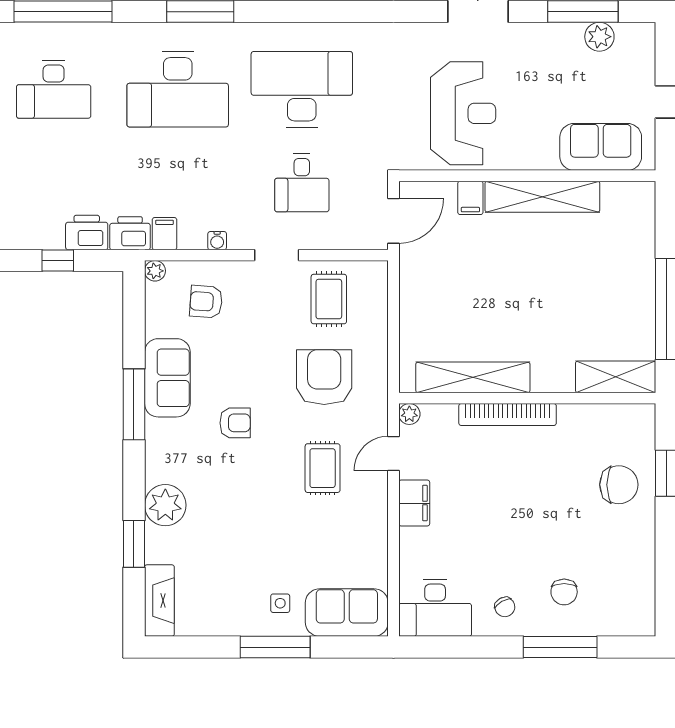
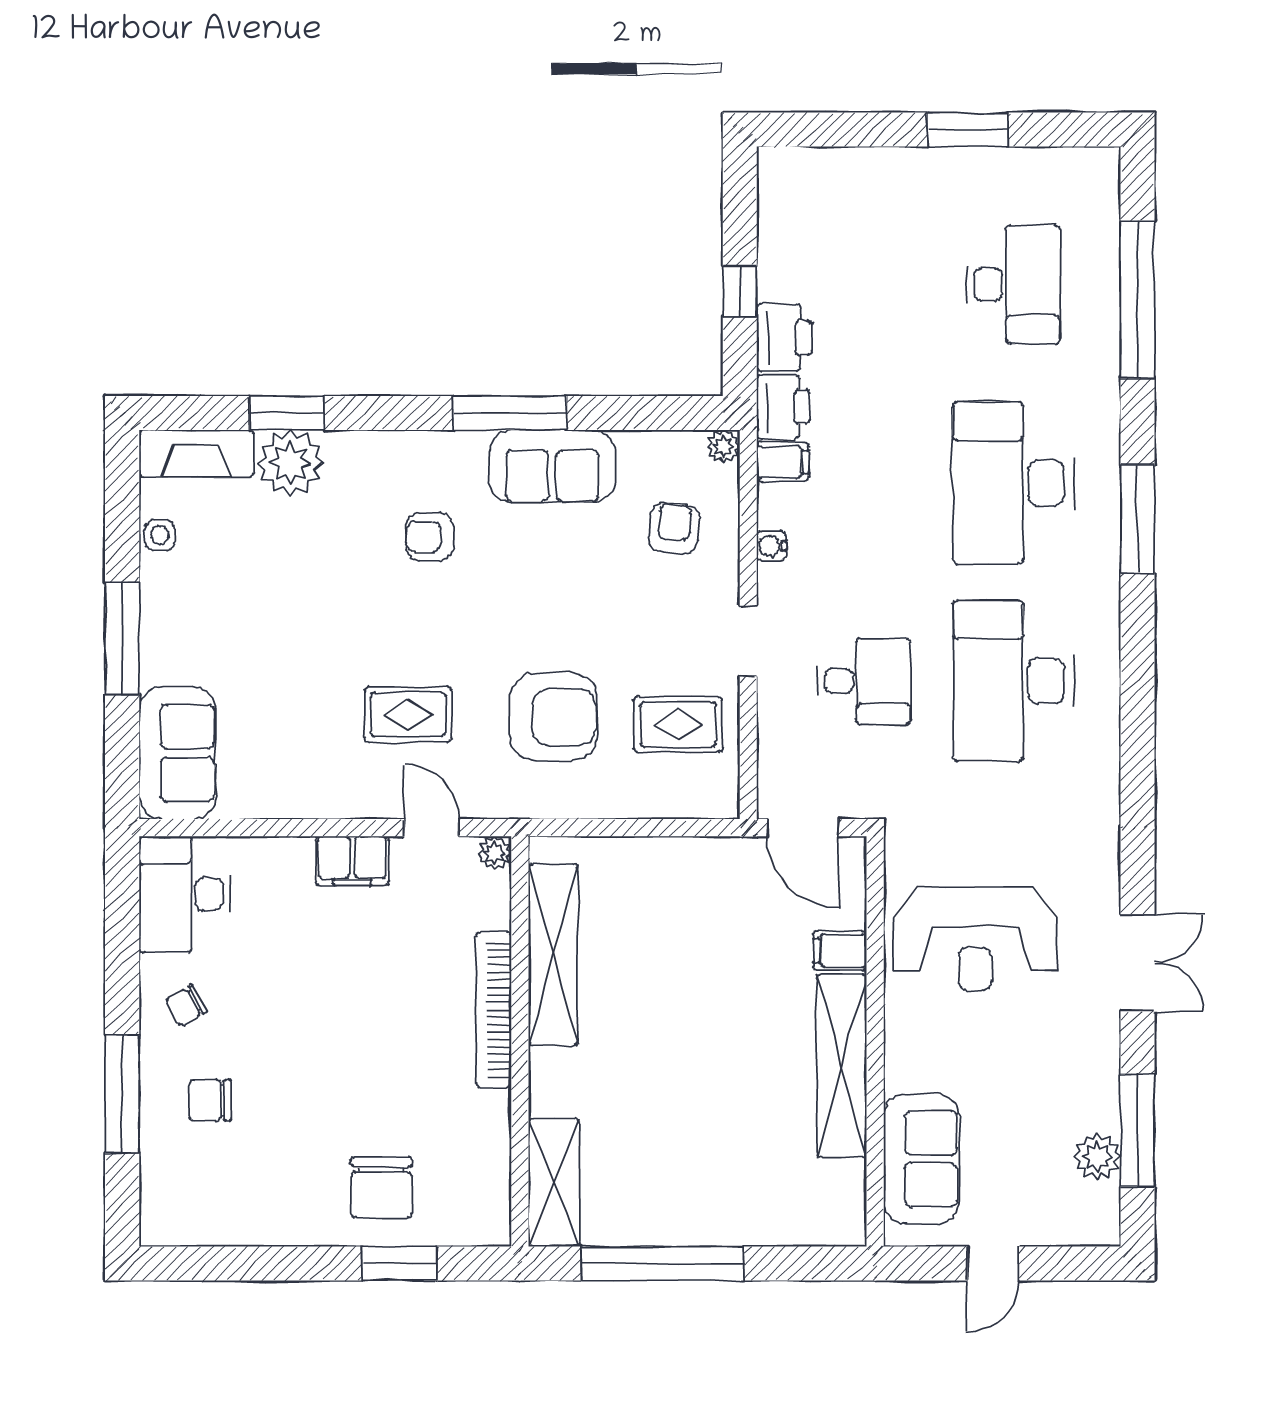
desk: (54, 89) -> (1013, 285), turned 180
desk: (302, 89) -> (1013, 681), turned 180
desk: (302, 183) -> (864, 681), turned 180
armchair: (235, 423) -> (430, 537), moved, turned 90
plant: (165, 505) -> (290, 463), moved
side table: (280, 603) -> (160, 535), moved

